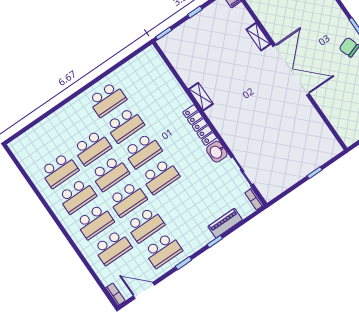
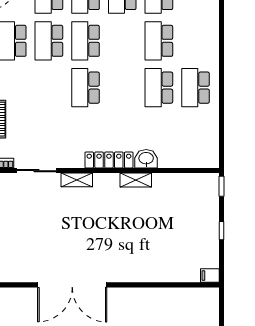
shelving: (258, 37) -> (77, 180), moved
double door: (291, 70) -> (72, 285), moved
school desk: (143, 151) -> (122, 88), removed
washbasin: (217, 152) -> (146, 159), moved
school desk: (110, 173) -> (122, 41), removed

